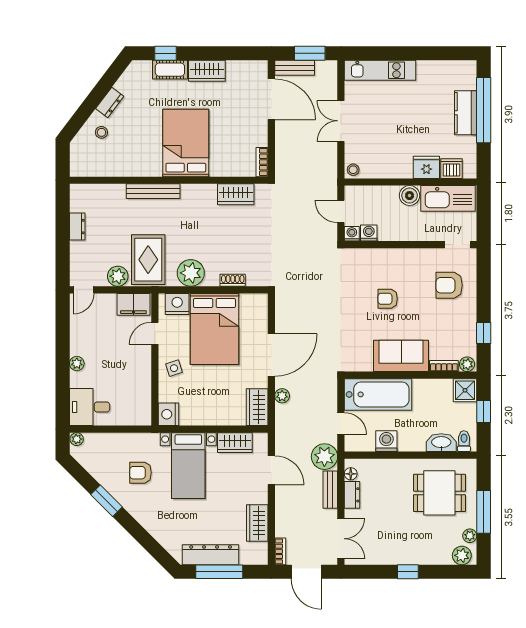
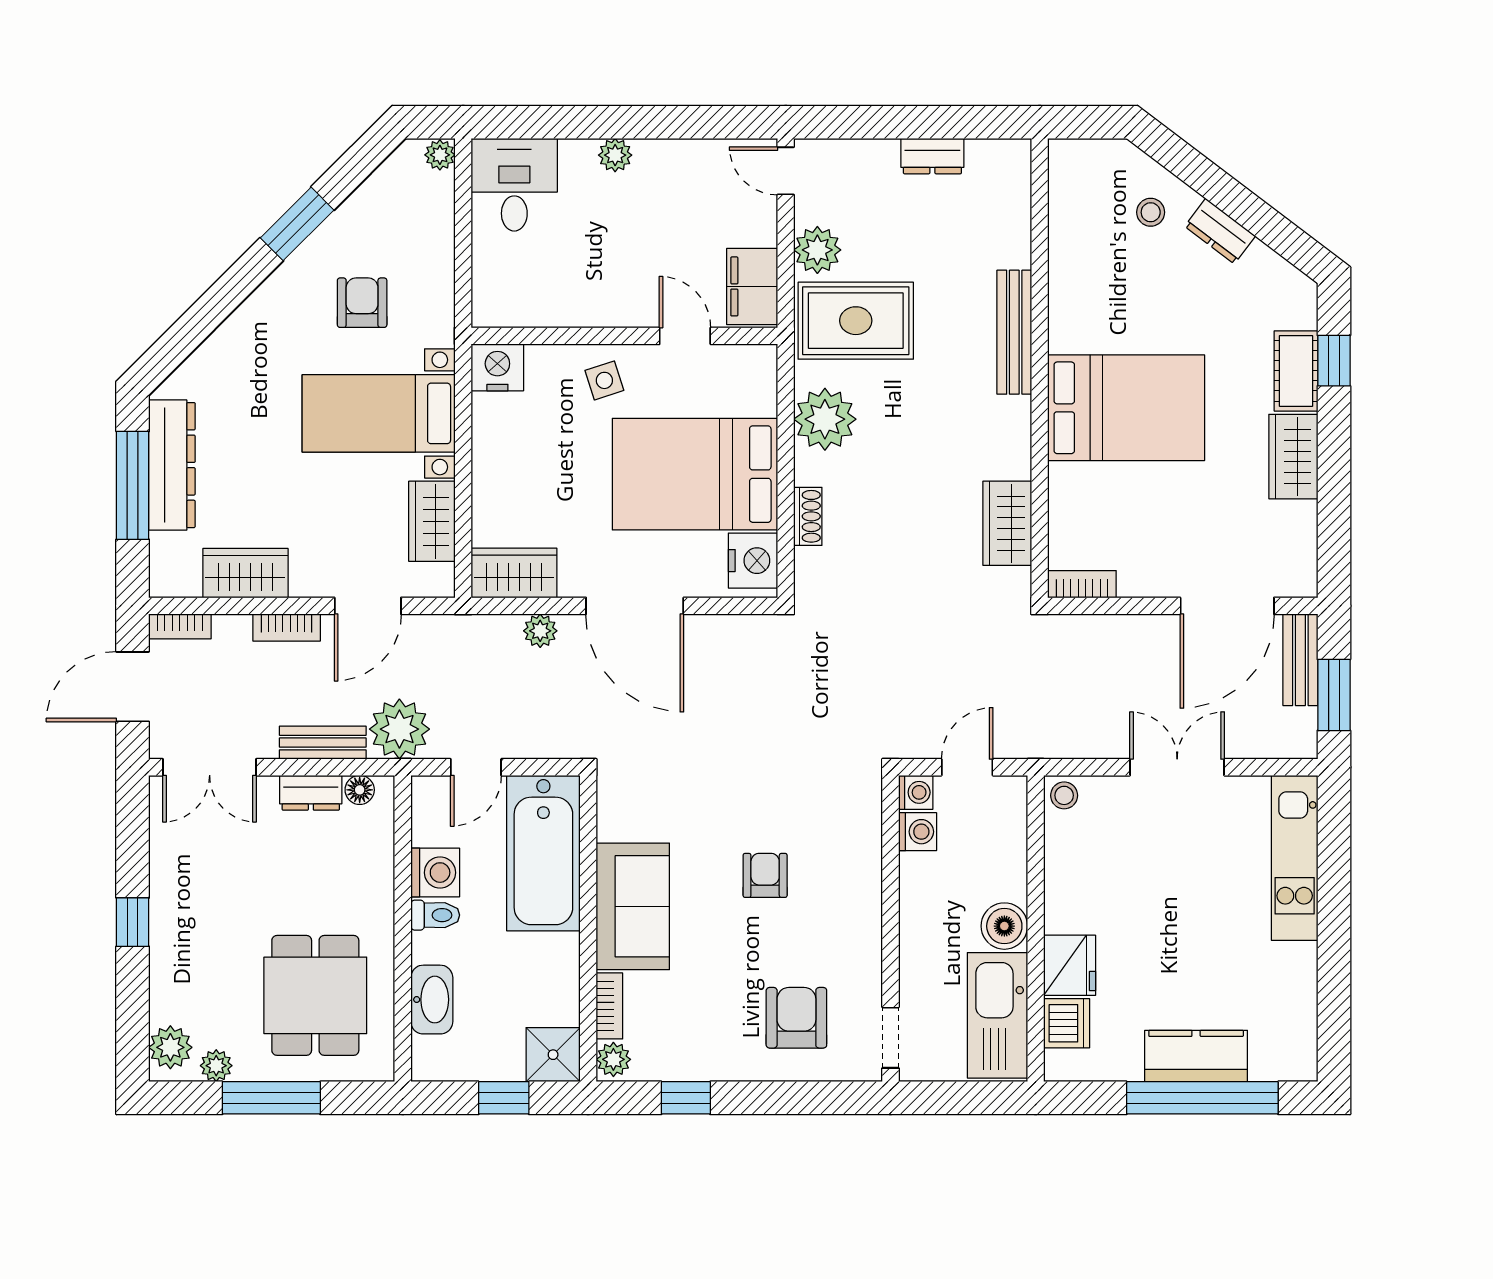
nightstand: (177, 304) -> (753, 561), moved
toilet: (464, 441) -> (435, 915), moved
bookcase: (281, 505) -> (287, 627), added

